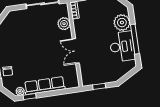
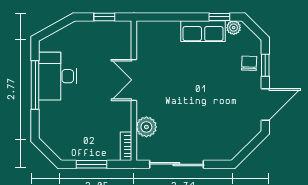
plant: (122, 23) -> (52, 115), removed
double door: (76, 51) -> (134, 80), swing flipped
row of seats: (45, 86) -> (203, 31), width x0.68

